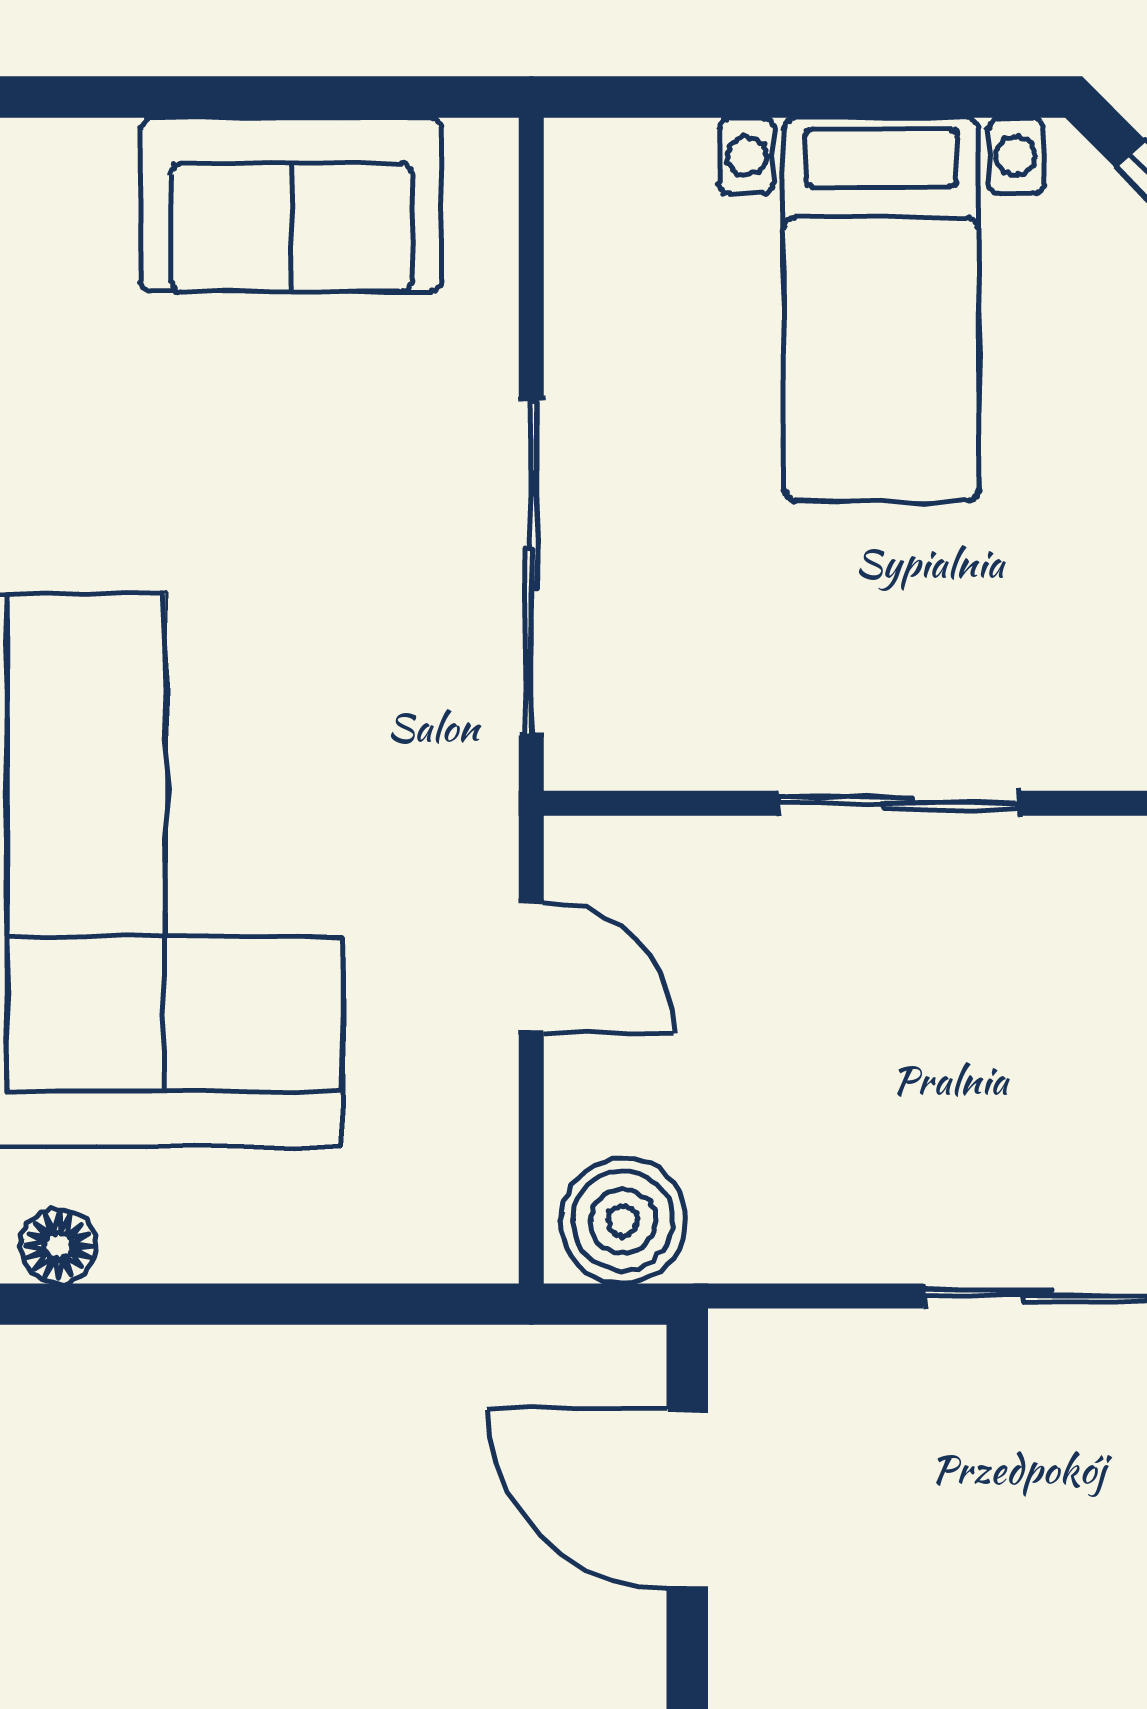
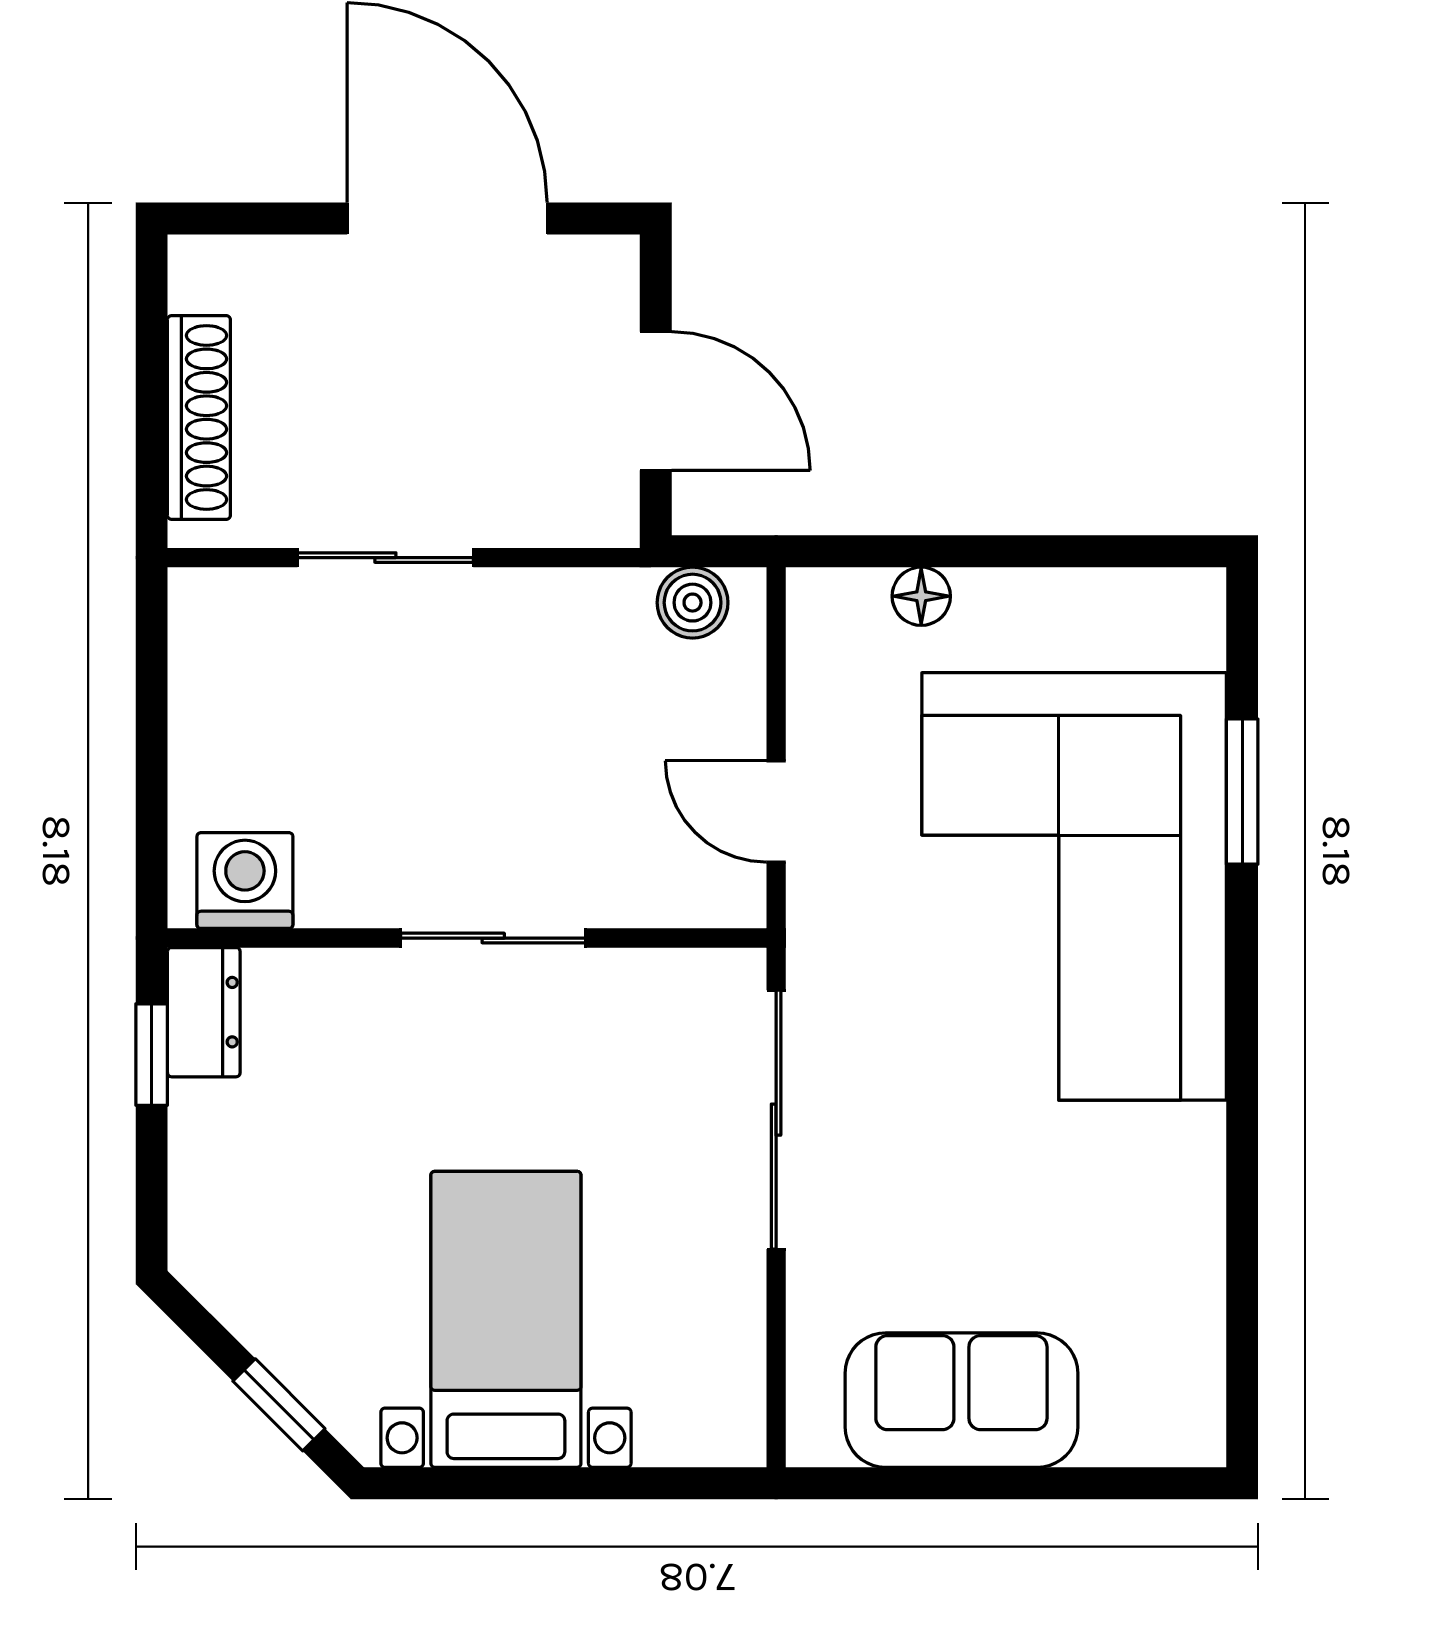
boiler: (623, 1221) -> (693, 603), width x0.73, depth x0.73
floor lamp: (58, 1246) -> (921, 596), moved

